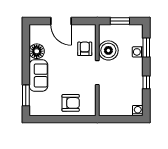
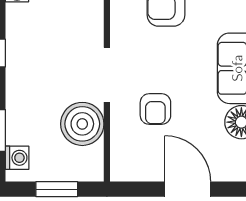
armchair: (85, 49) -> (155, 109), moved
washing machine: (138, 52) -> (17, 158), moved

